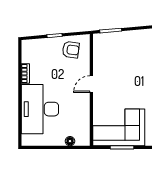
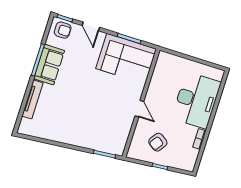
armchair: (71, 50) -> (158, 142), moved, turned -63
door: (91, 84) -> (139, 109), hinge flipped
floor lamp: (70, 141) -> (177, 60), removed

